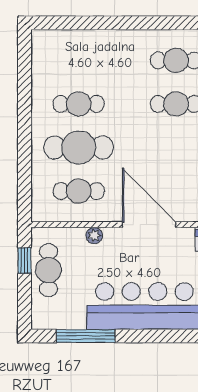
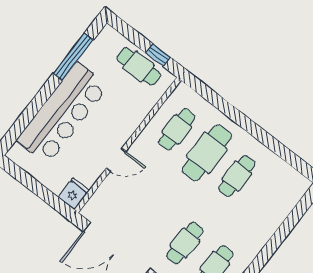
door: (149, 225) -> (116, 160), width x0.53
plant: (94, 235) -> (138, 116), removed

